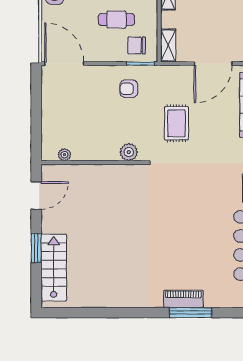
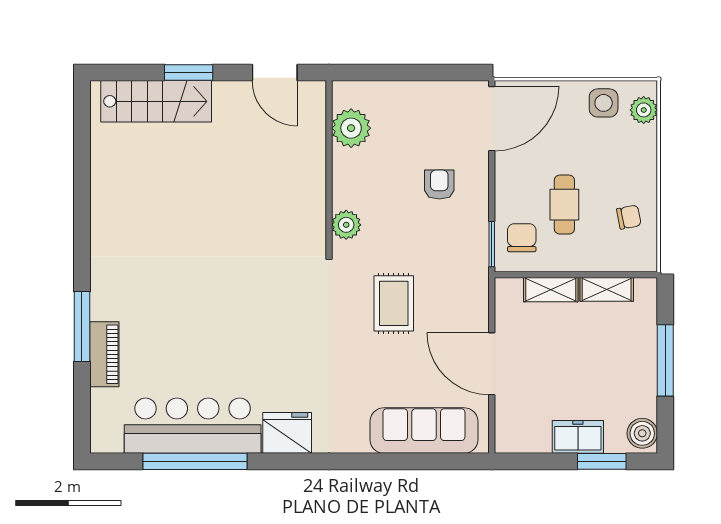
shelving: (168, 45) -> (551, 290), moved
armchair: (129, 89) -> (439, 185), moved
rug: (176, 123) -> (394, 303), turned 90
plant: (64, 155) -> (351, 128), width x1.87, depth x1.87
piano: (183, 299) -> (104, 354), moved

